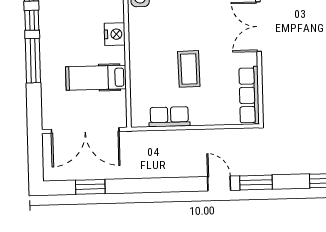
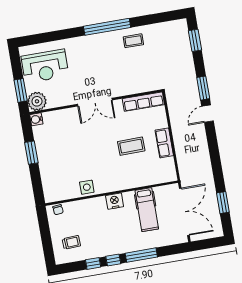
row of seats: (169, 117) -> (164, 143), moved

